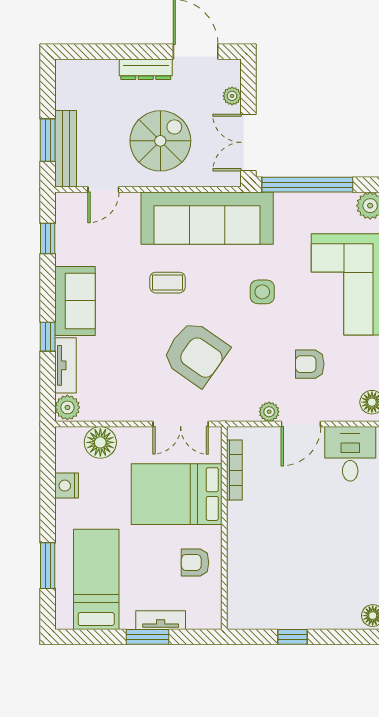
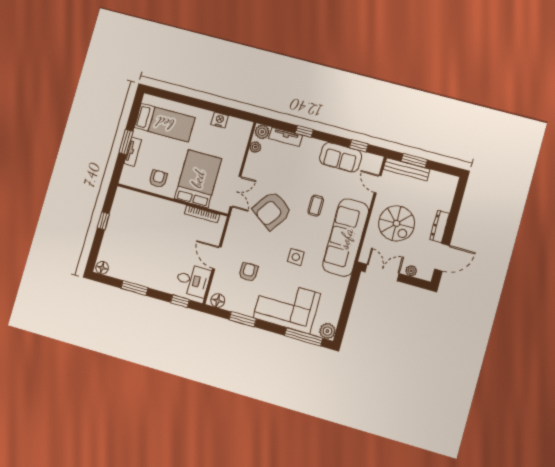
window: (307, 185) -> (349, 299), removed
sofa: (75, 301) -> (341, 157), moved
plant: (269, 412) -> (255, 147), moved
double door: (181, 424) -> (236, 192), swing flipped
floor lamp: (100, 442) -> (238, 145), removed
window: (48, 566) -> (179, 98), removed

